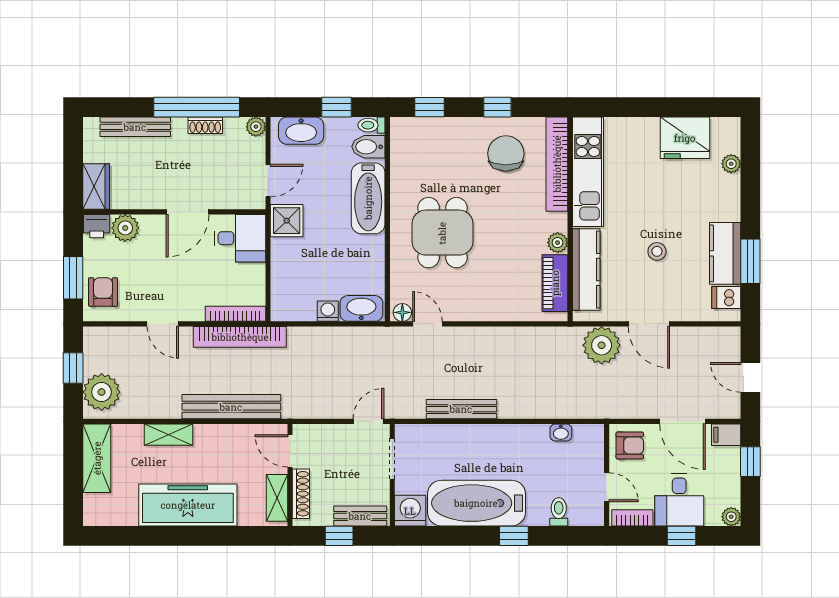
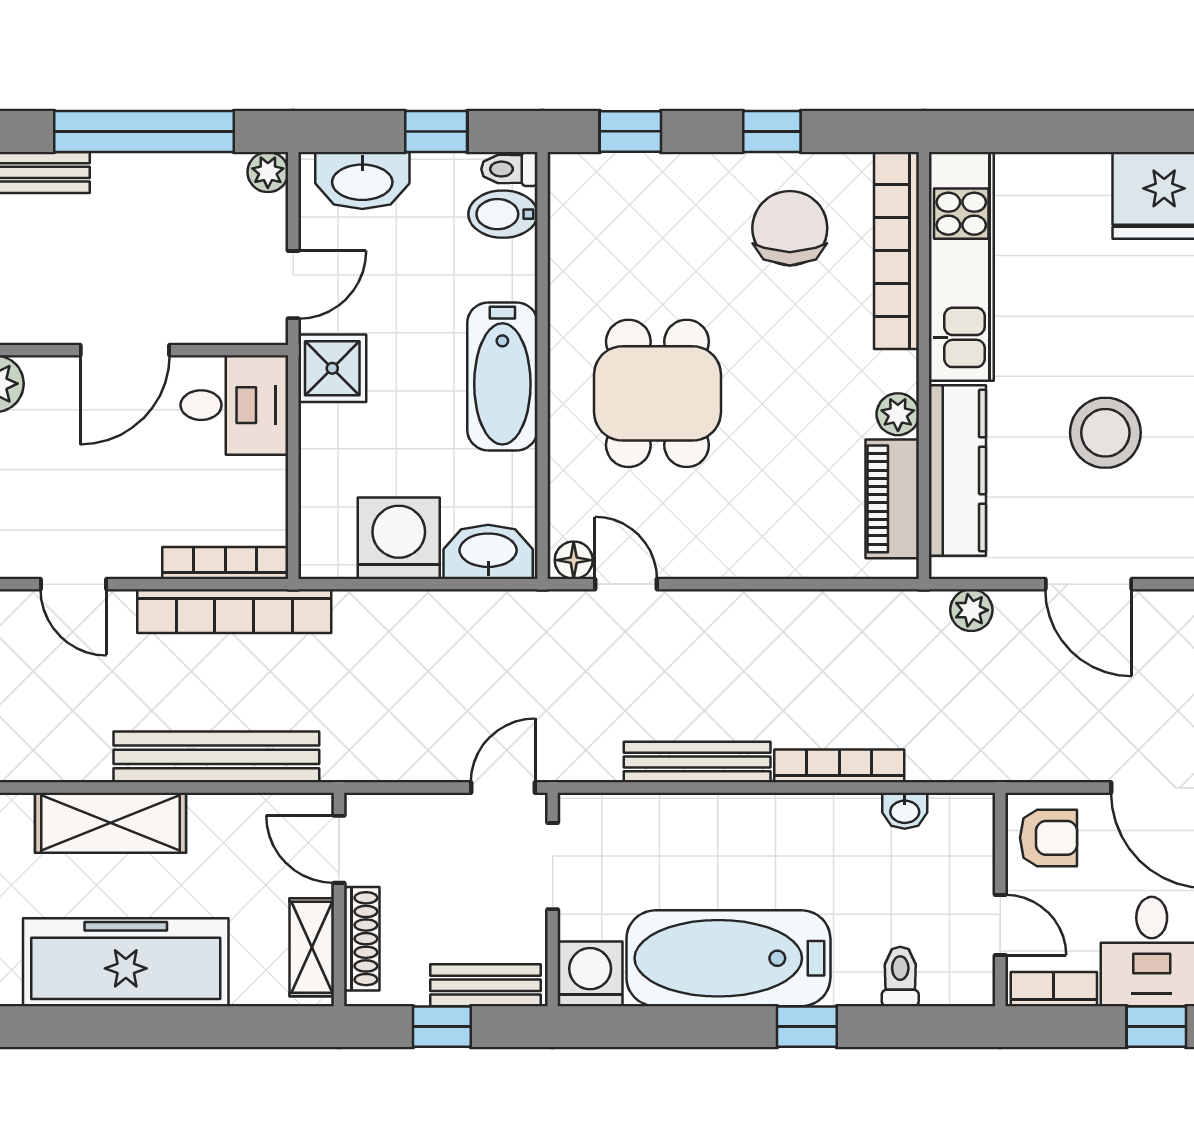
shoe rack: (205, 125) -> (162, 169), removed
bathtub: (368, 198) -> (502, 376), moved
stool: (657, 251) -> (1105, 433), width x1.89, depth x1.89
washing machine: (328, 311) -> (399, 538), width x1.89, depth x1.89
plant: (602, 345) -> (971, 610), width x0.53, depth x0.53
bookcase: (530, 411) -> (839, 766), added
shelving: (168, 435) -> (110, 823), width x1.50, depth x1.33

